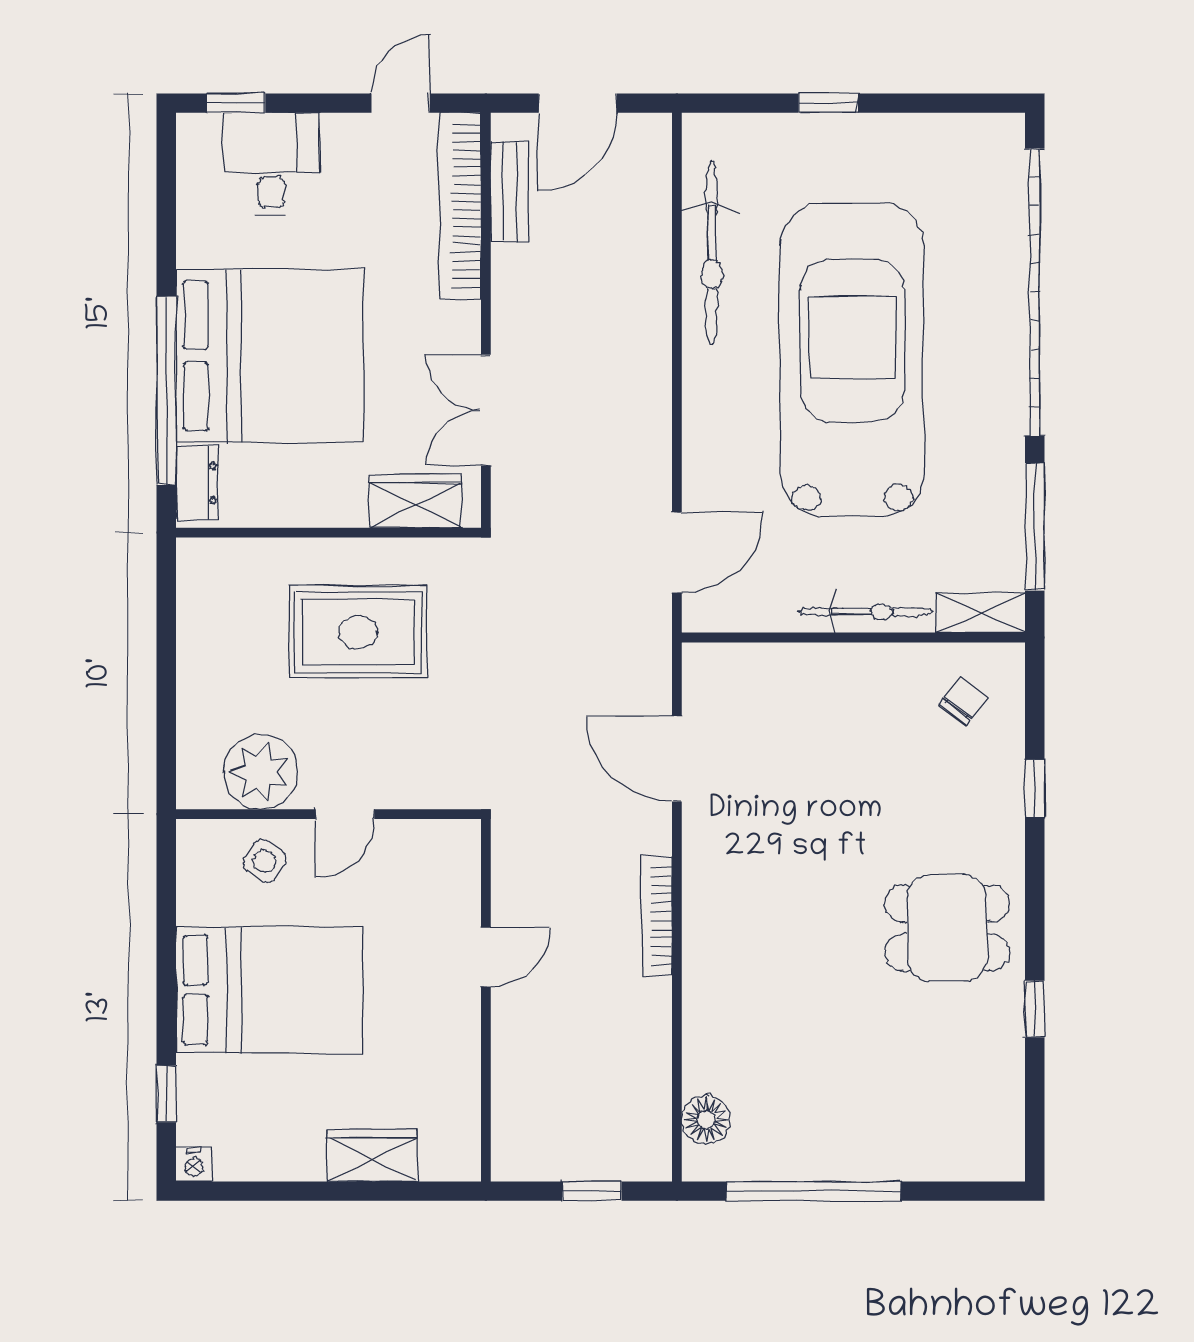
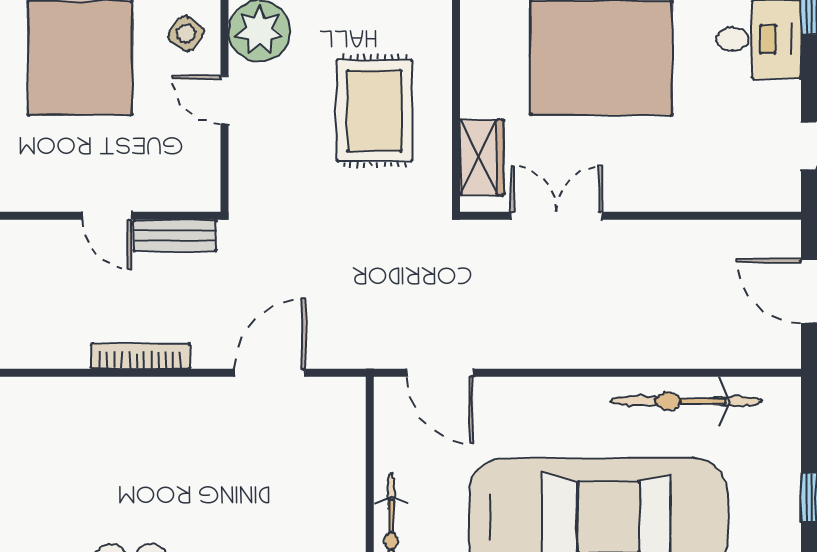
bench: (510, 191) -> (175, 235), moved
bookcase: (460, 206) -> (724, 194), removed

